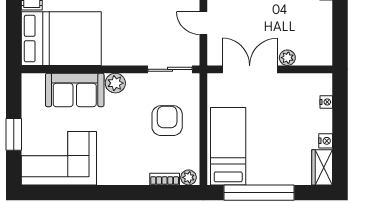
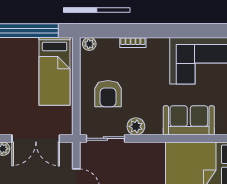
plant: (115, 83) -> (136, 126), moved
bookcase: (165, 179) -> (133, 42), moved

